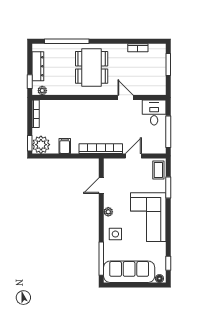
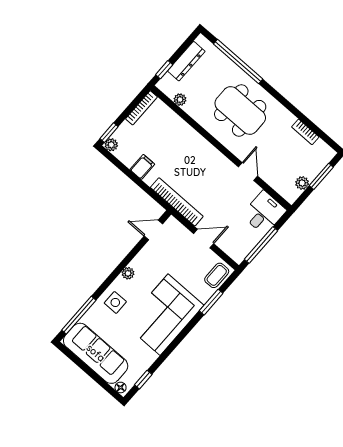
dining table: (92, 67) -> (240, 110), turned 90
plant: (161, 78) -> (302, 183), added
plant: (42, 91) -> (180, 100), moved
plant: (41, 145) -> (111, 145), width x0.53, depth x0.53
door: (101, 186) -> (153, 230), moved

